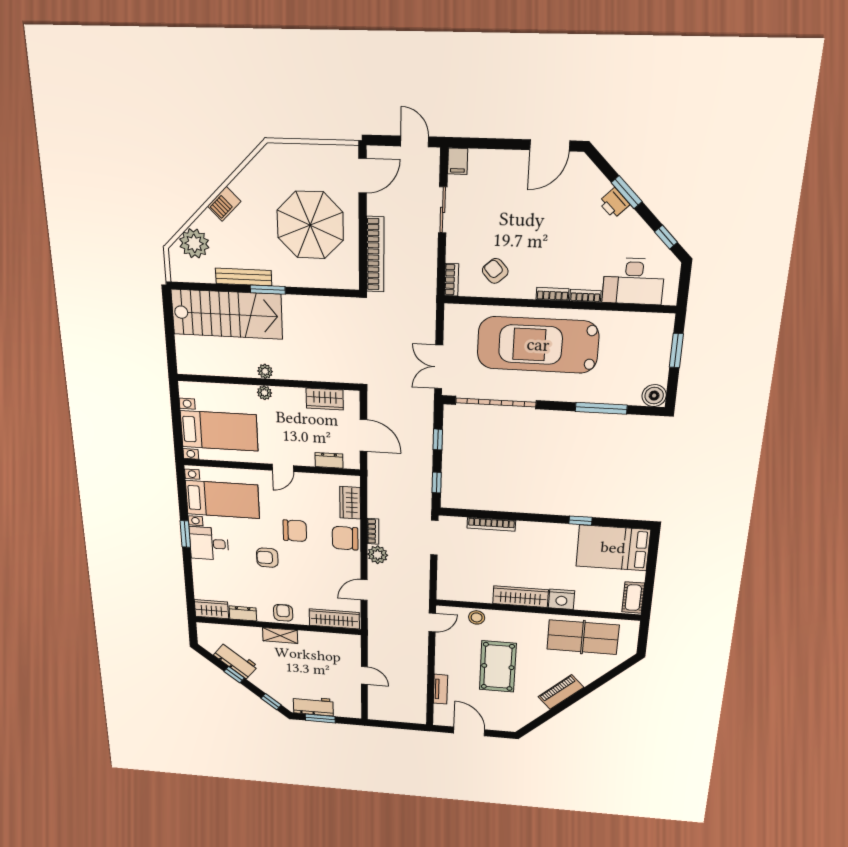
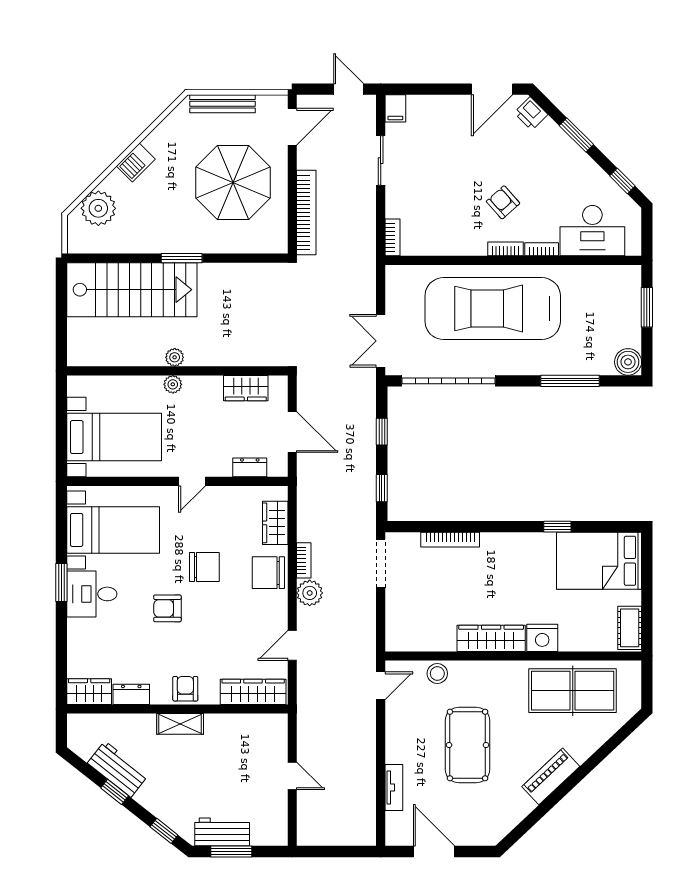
printer: (614, 203) -> (531, 114), moved
armchair: (495, 271) -> (503, 202), moved
bench: (244, 277) -> (223, 104), moved

